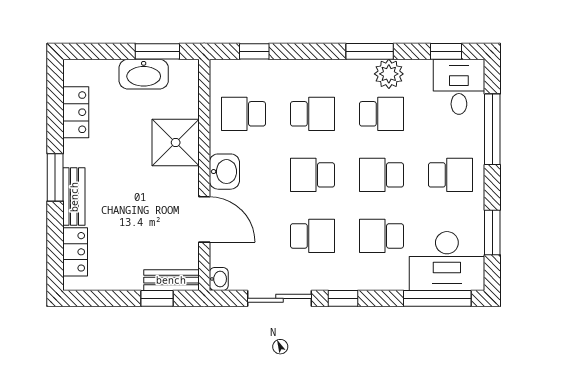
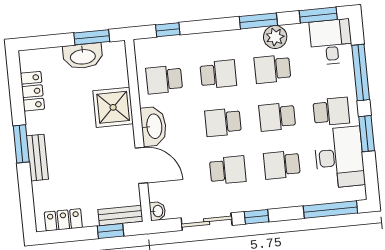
window: (446, 51) -> (318, 15), width x1.50
school desk: (381, 114) -> (272, 69), turned 180
washbasin: (224, 172) -> (154, 126), width x1.38
window: (492, 233) -> (367, 134), moved
locker: (75, 252) -> (63, 220), moved, turned -90
desk: (447, 261) -> (339, 157), moved, turned -90

